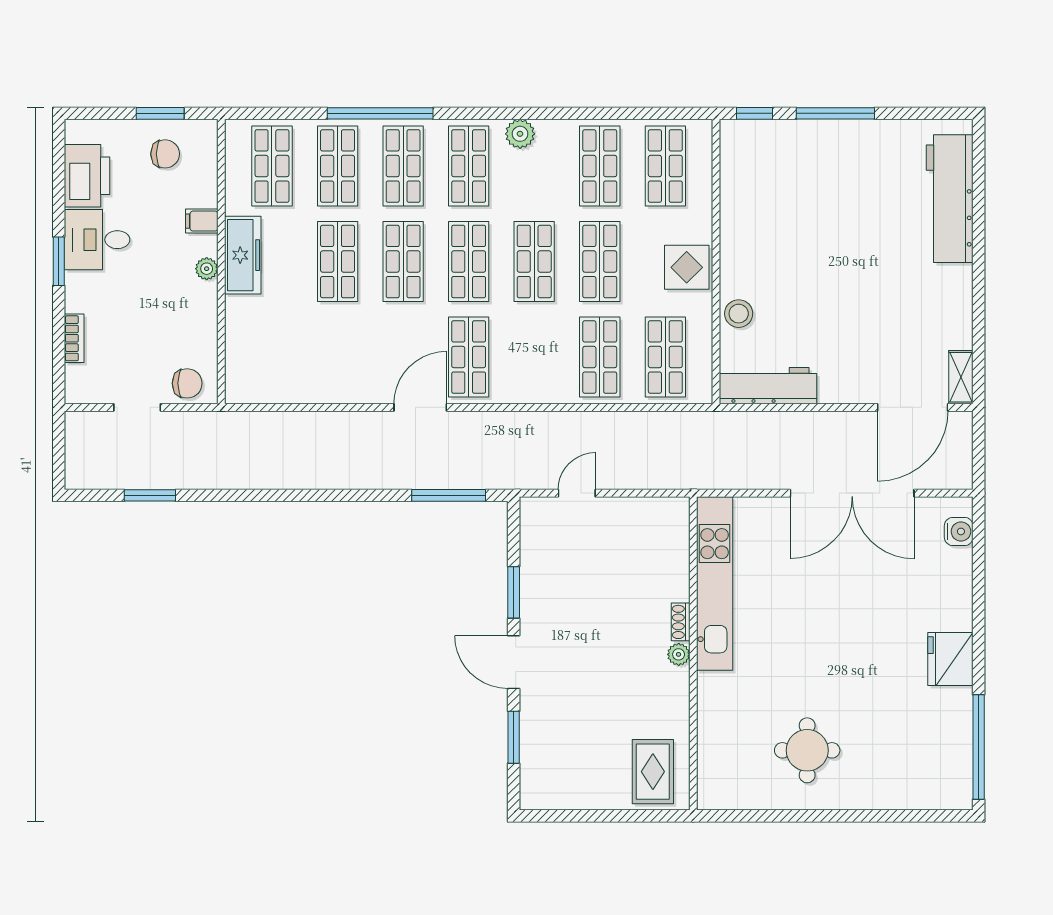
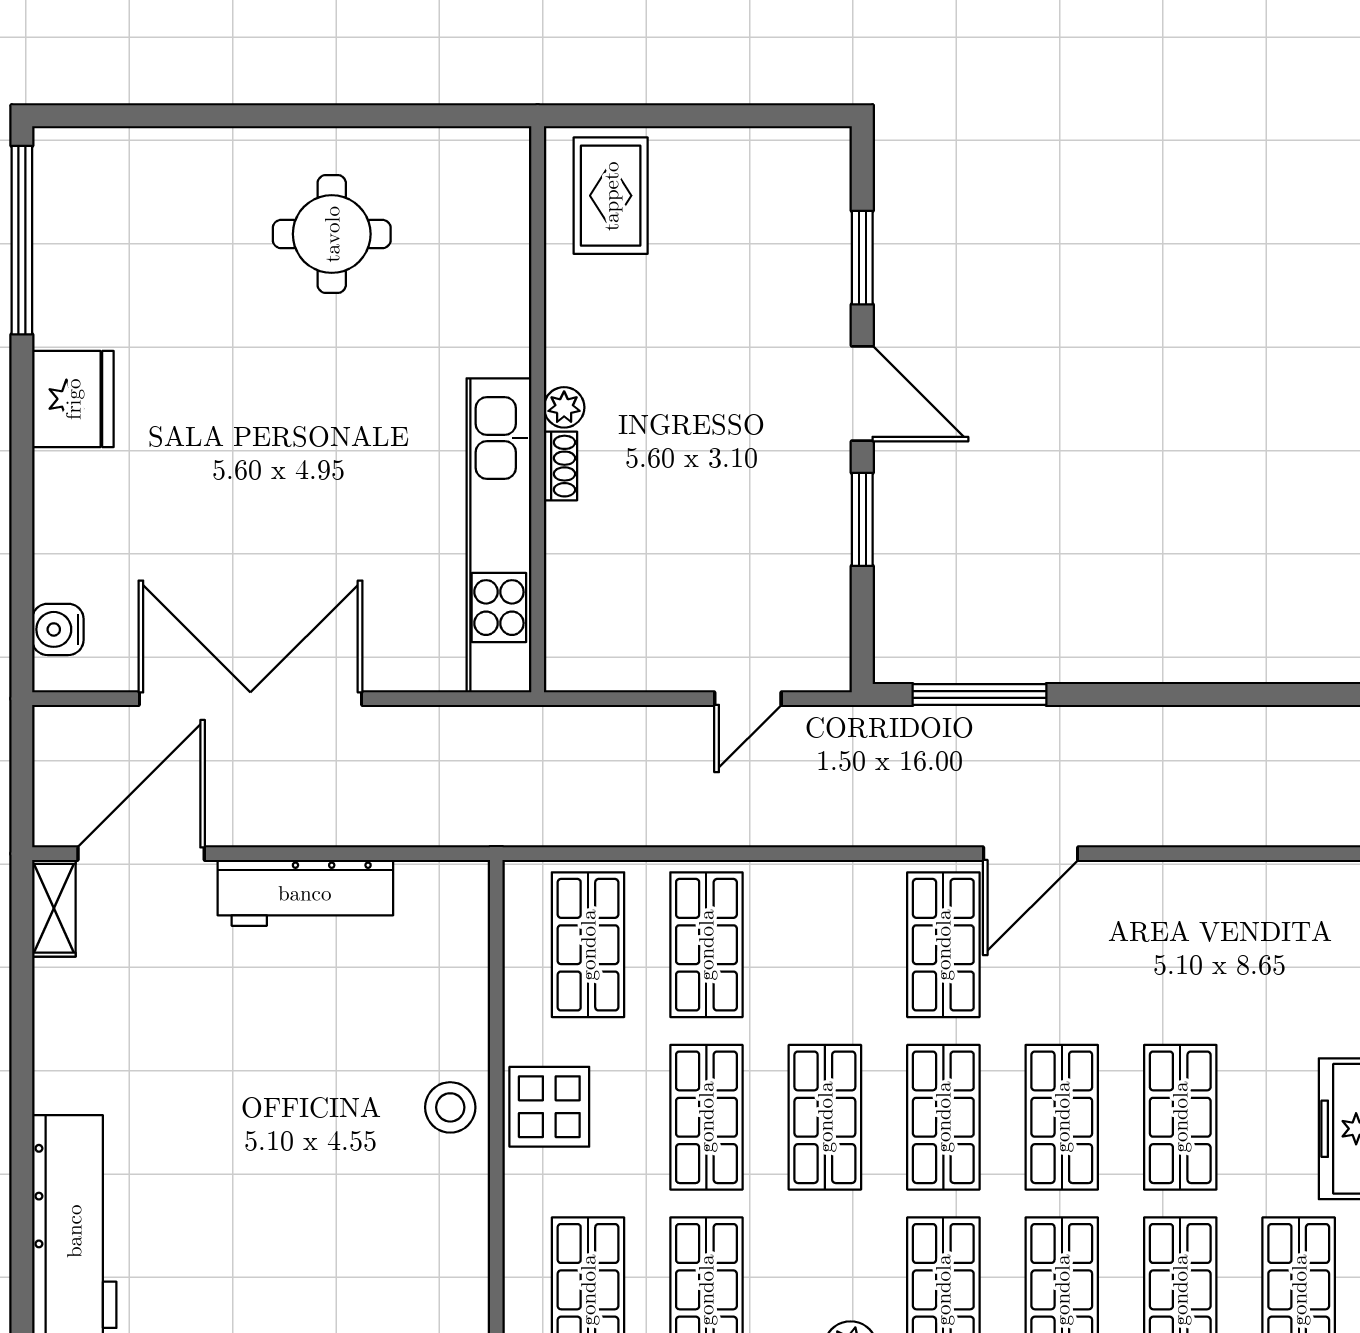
stool: (739, 314) -> (450, 1107), moved
workbench: (768, 386) -> (305, 893), moved

